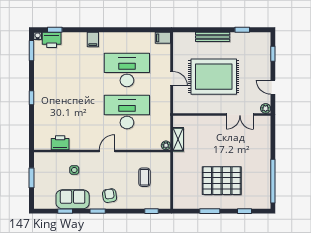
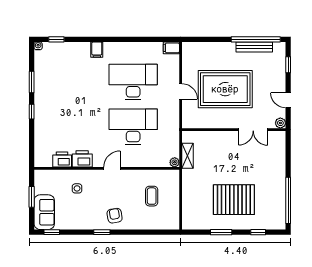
window: (242, 30) -> (256, 39), width x3.17
bench: (213, 37) -> (254, 47), moved
printer: (52, 40) -> (82, 159), moved, turned 180
window: (31, 51) -> (32, 82), moved
sofa: (73, 199) -> (44, 212), moved, turned 90
window: (65, 211) -> (52, 232), moved
window: (152, 211) -> (159, 232), removed

